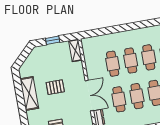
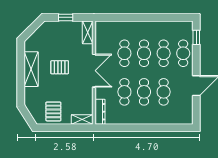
double door: (89, 96) -> (94, 71), moved

